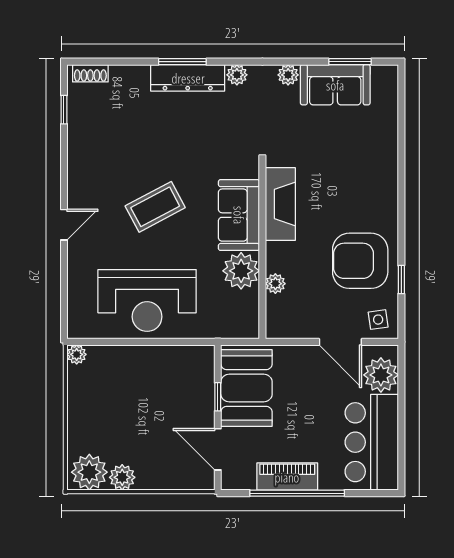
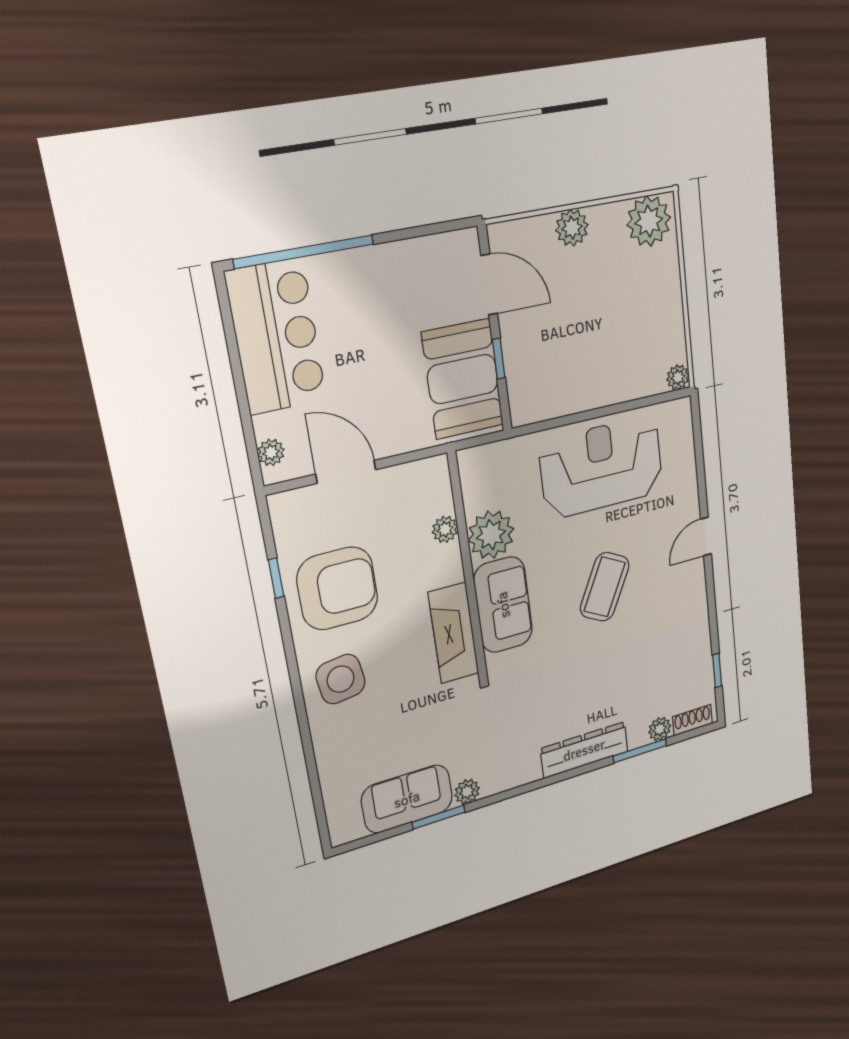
window: (182, 62) -> (640, 751), moved
window: (350, 62) -> (439, 817), moved
plant: (237, 75) -> (660, 729), moved
coffee table: (155, 207) -> (605, 587), turned -35
side table: (378, 320) -> (341, 679), moved, width x1.87, depth x1.87
plant: (381, 375) -> (271, 452), width x0.53, depth x0.53
plant: (122, 477) -> (572, 228), moved
piano: (287, 477) -> (389, 262), removed
window: (297, 493) -> (304, 252), moved

